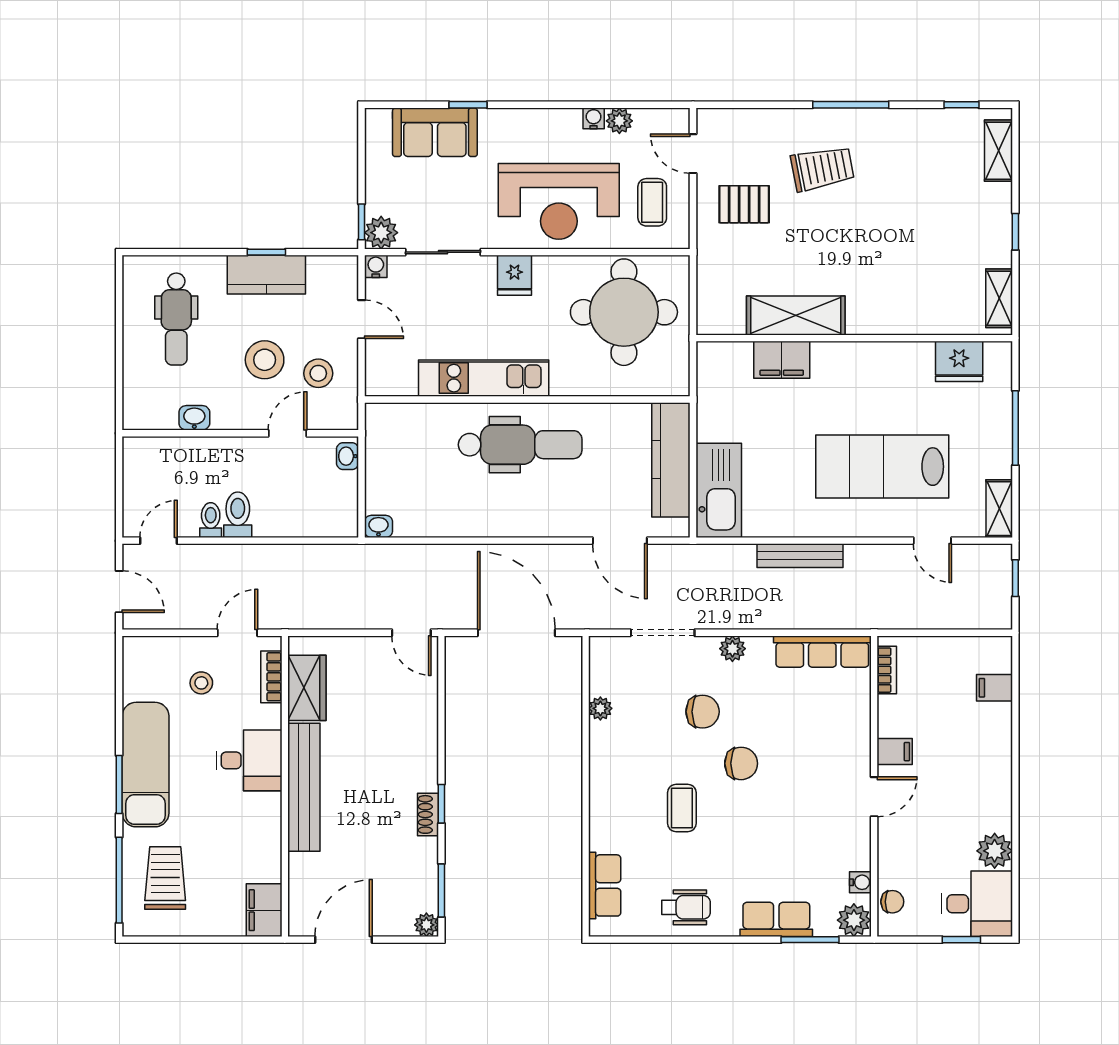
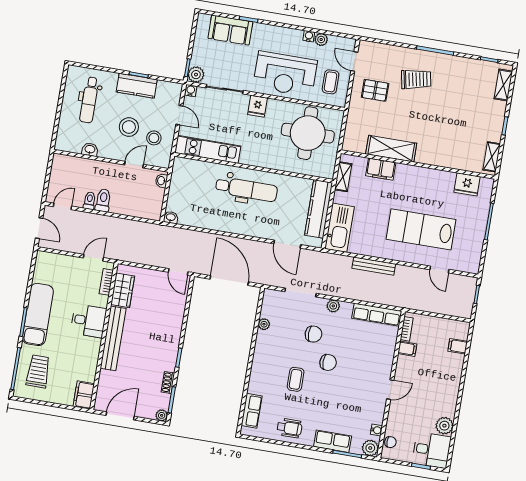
kitchen unit: (484, 378) -> (208, 149), moved
shelving: (999, 509) -> (343, 177), moved
stool: (201, 683) -> (72, 279), removed
filing cabinet: (895, 752) -> (407, 349), moved
shoe rack: (428, 814) -> (168, 383), moved

